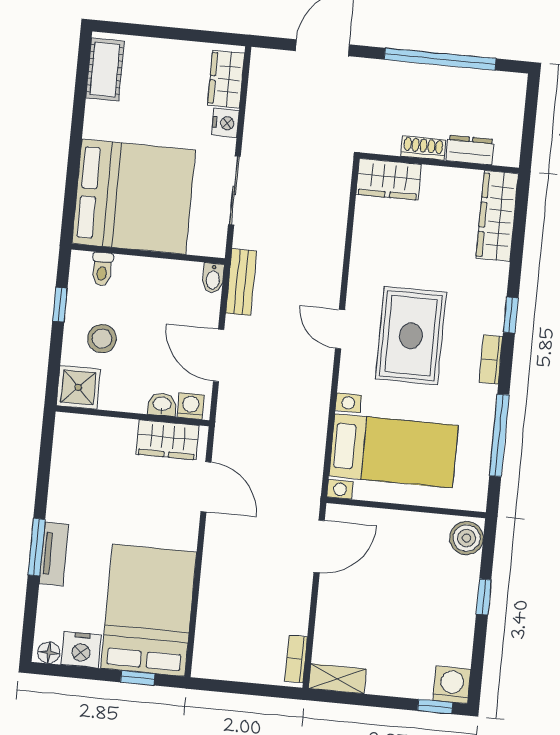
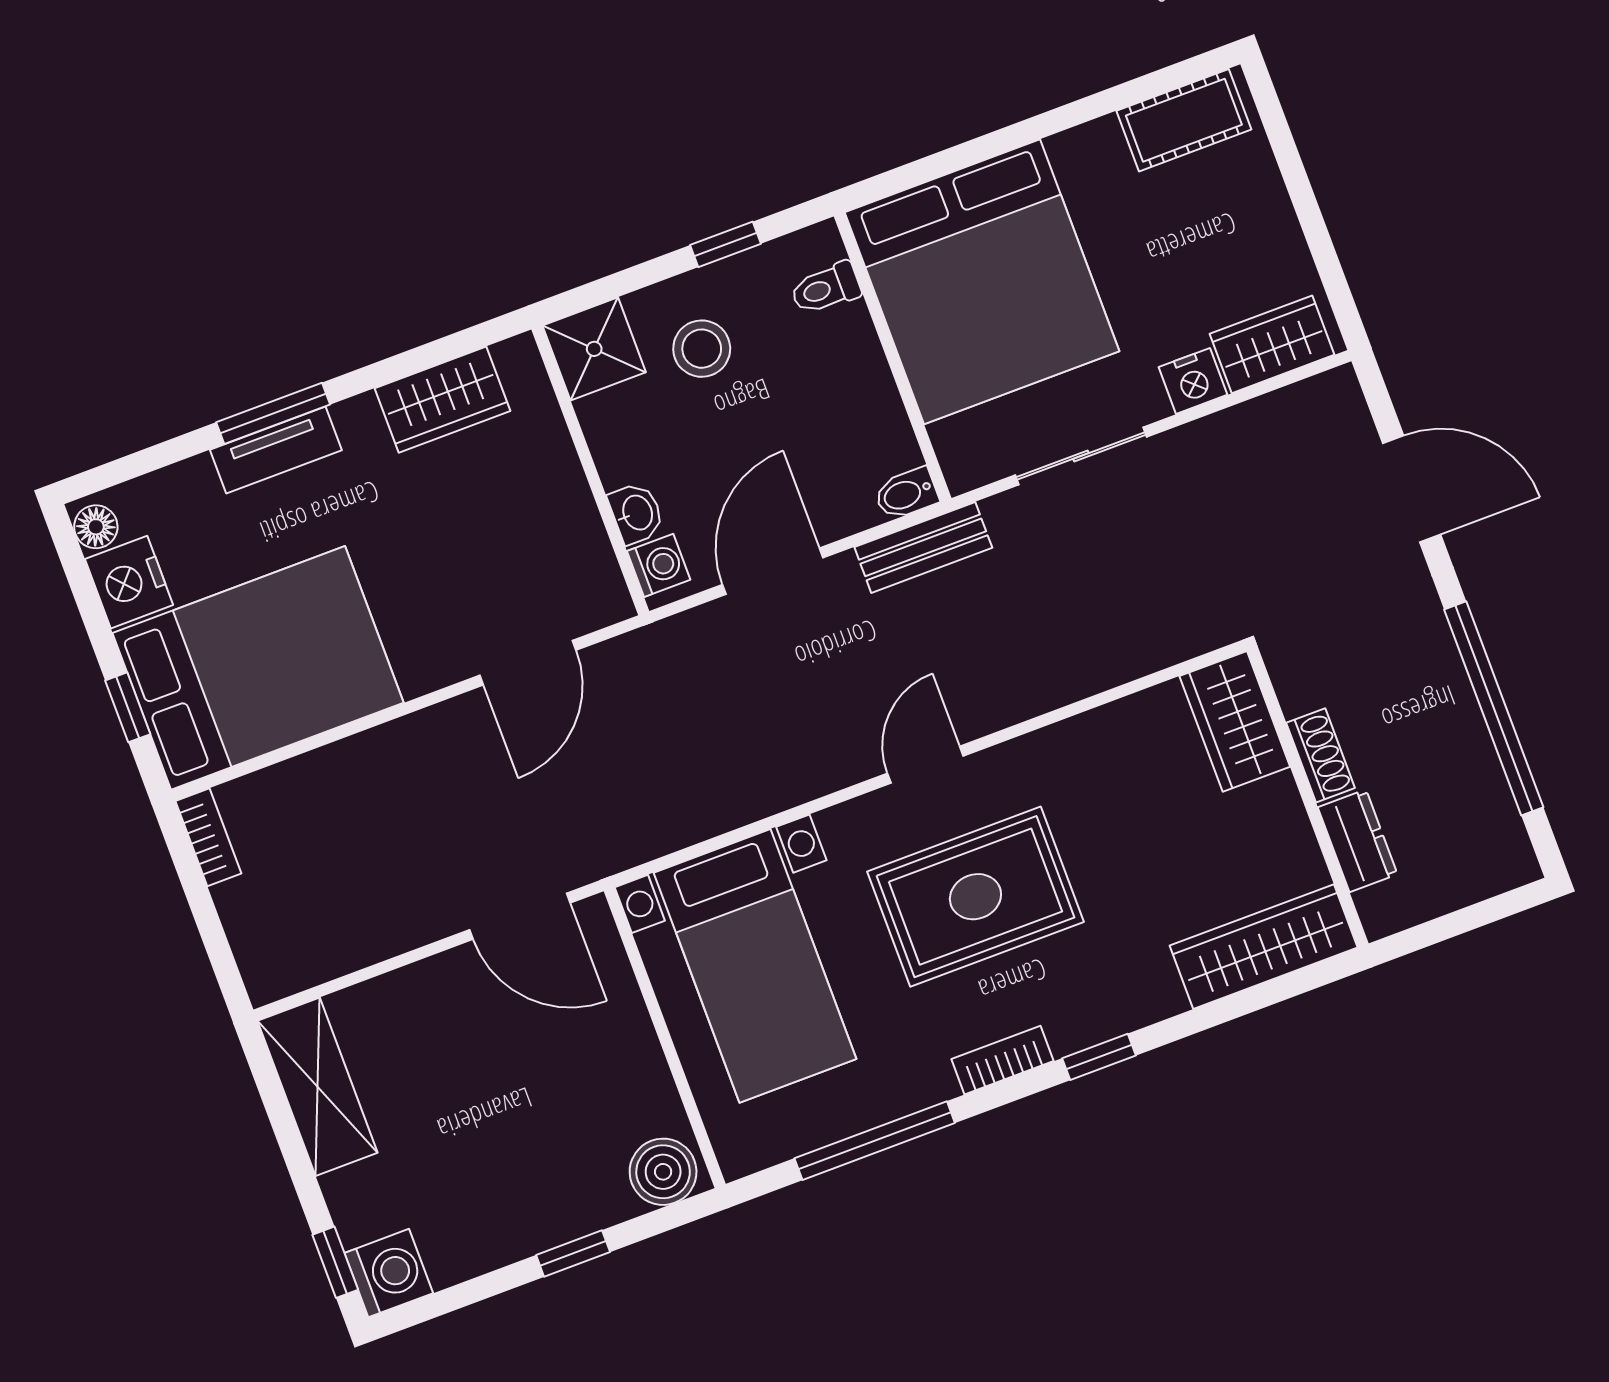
wardrobe: (168, 440) -> (442, 400), moved, turned -90
bookcase: (296, 659) -> (208, 837), moved, turned 90
shelving: (337, 679) -> (318, 1087), width x1.50, depth x1.33

